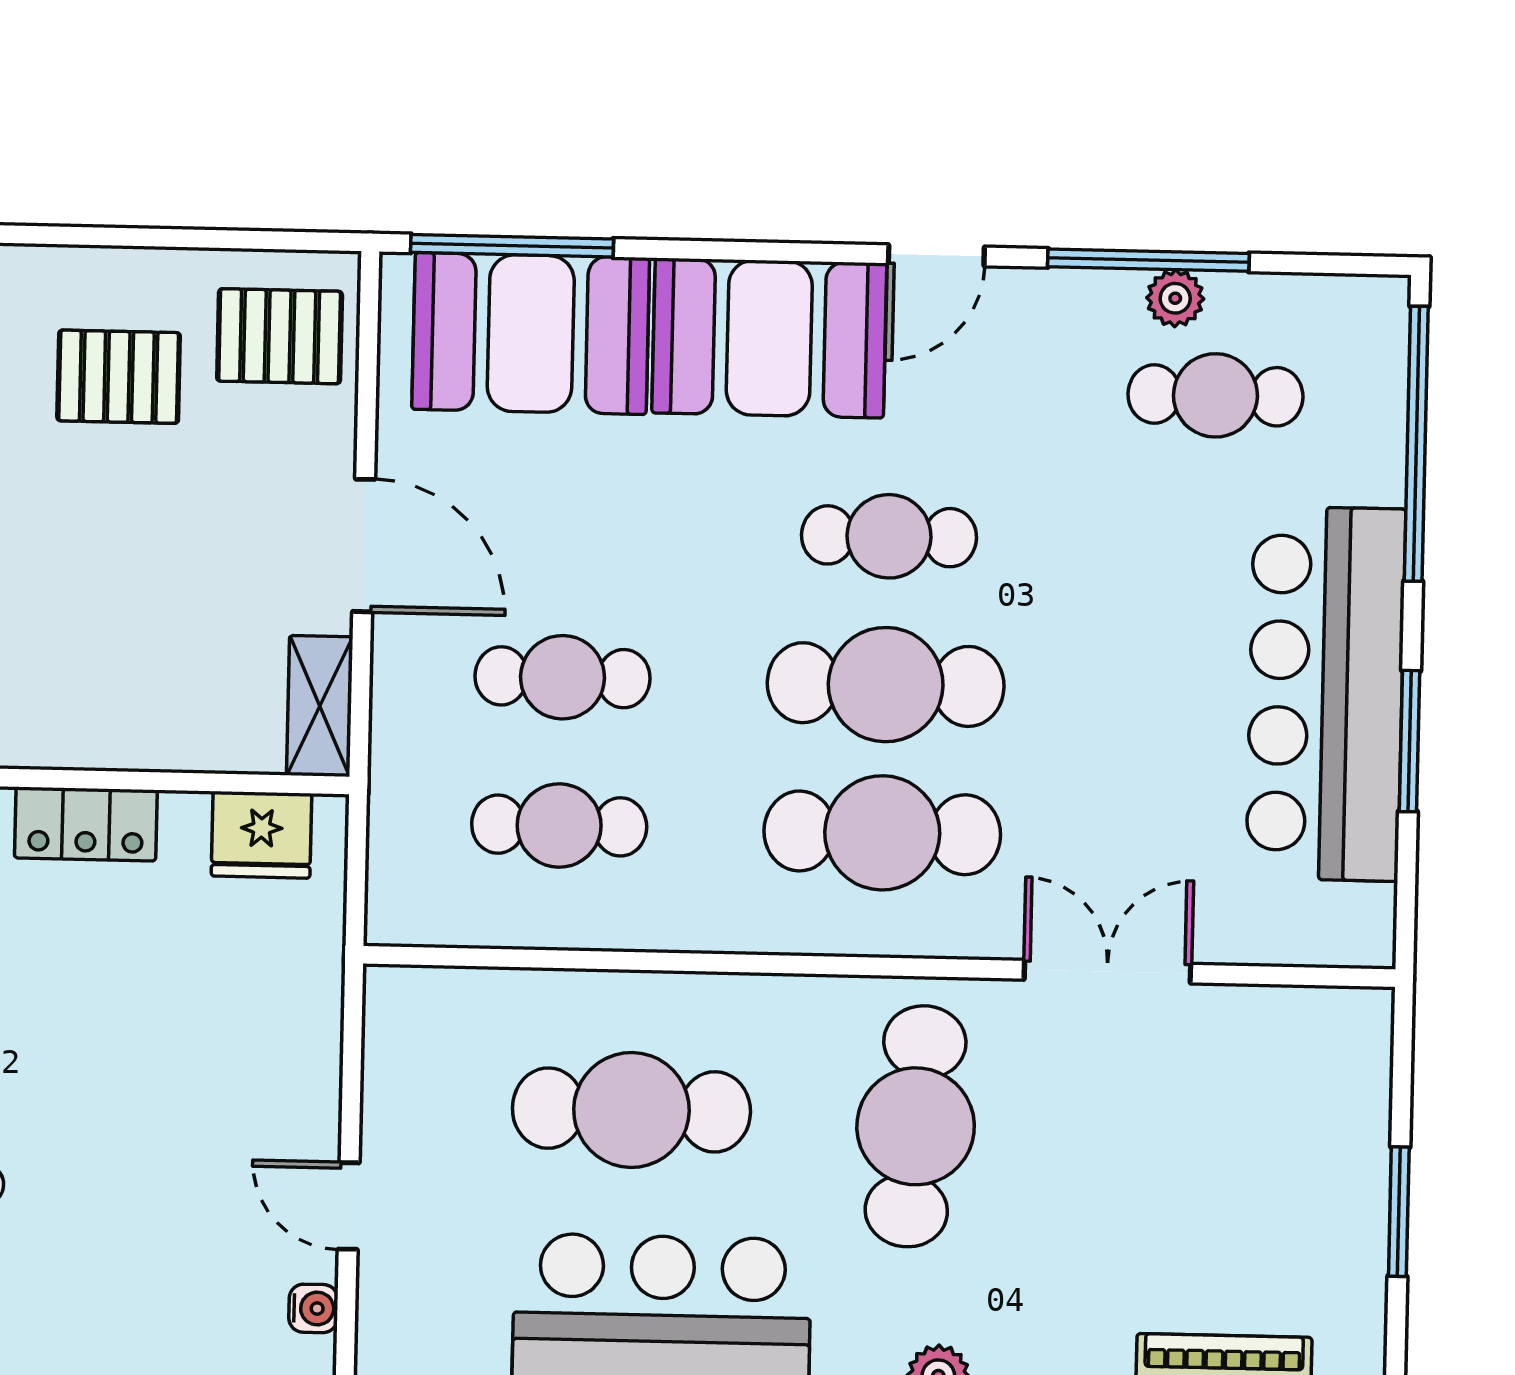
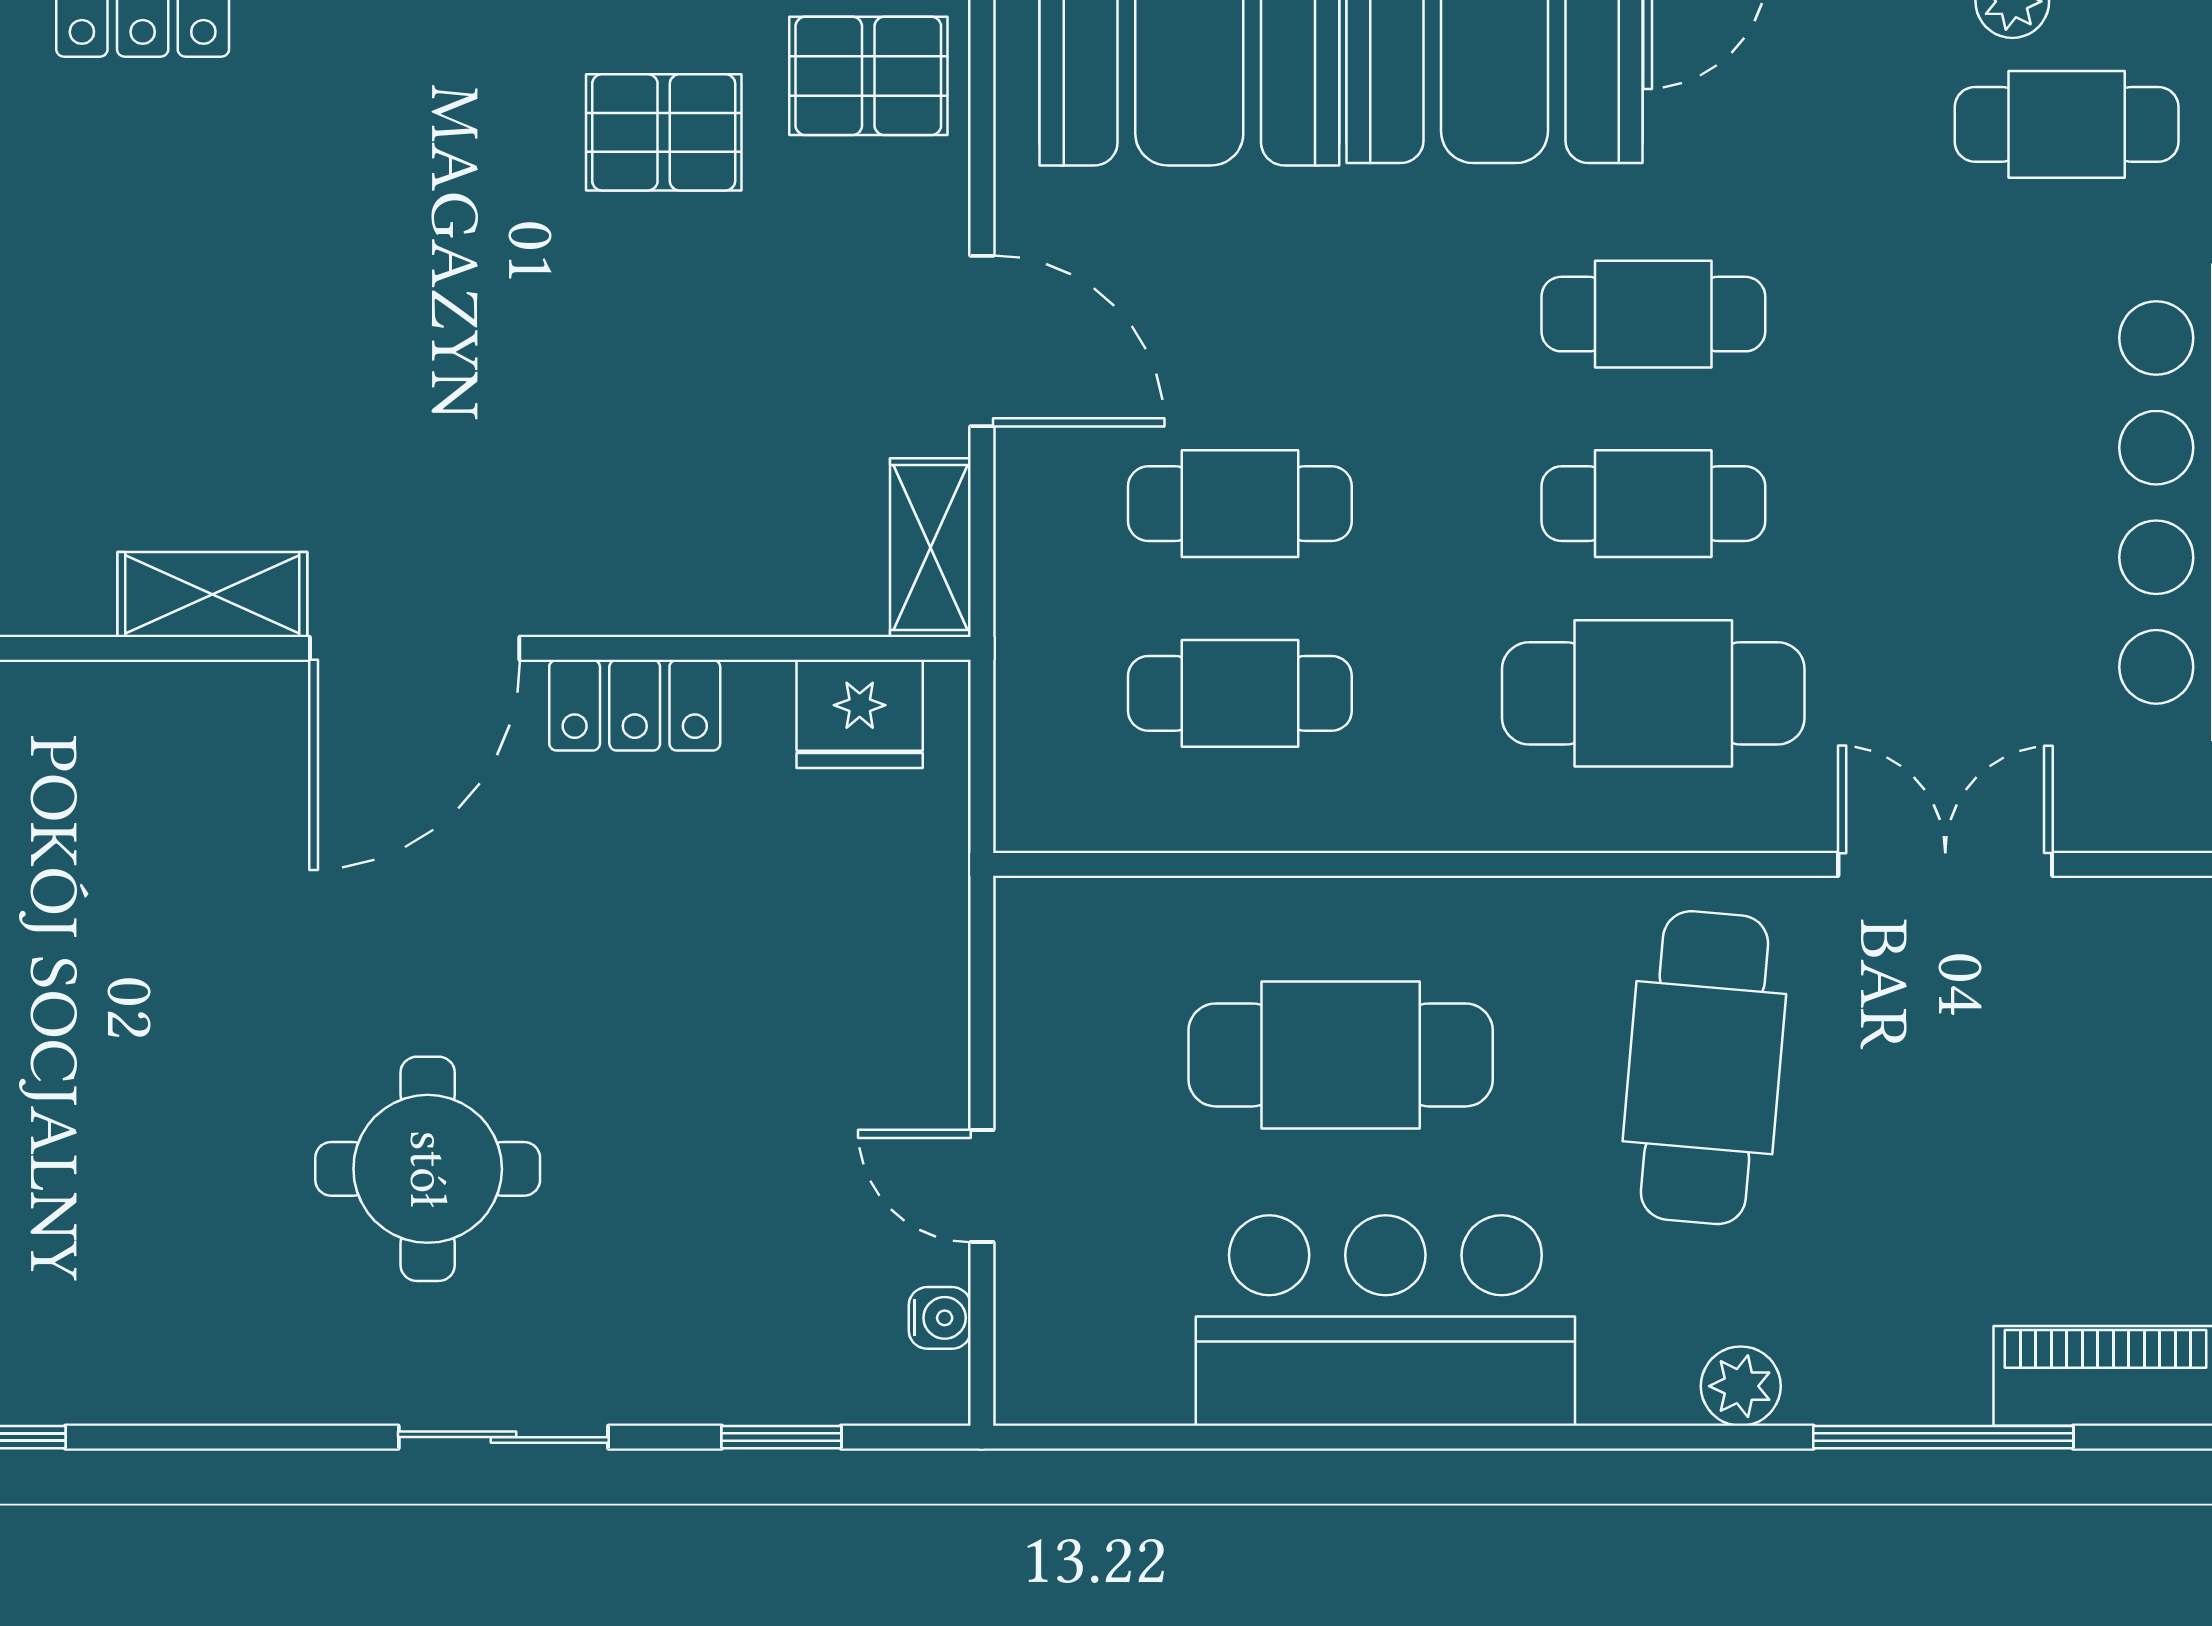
cafe table: (886, 685) -> (1653, 504), width x0.73, depth x0.74

